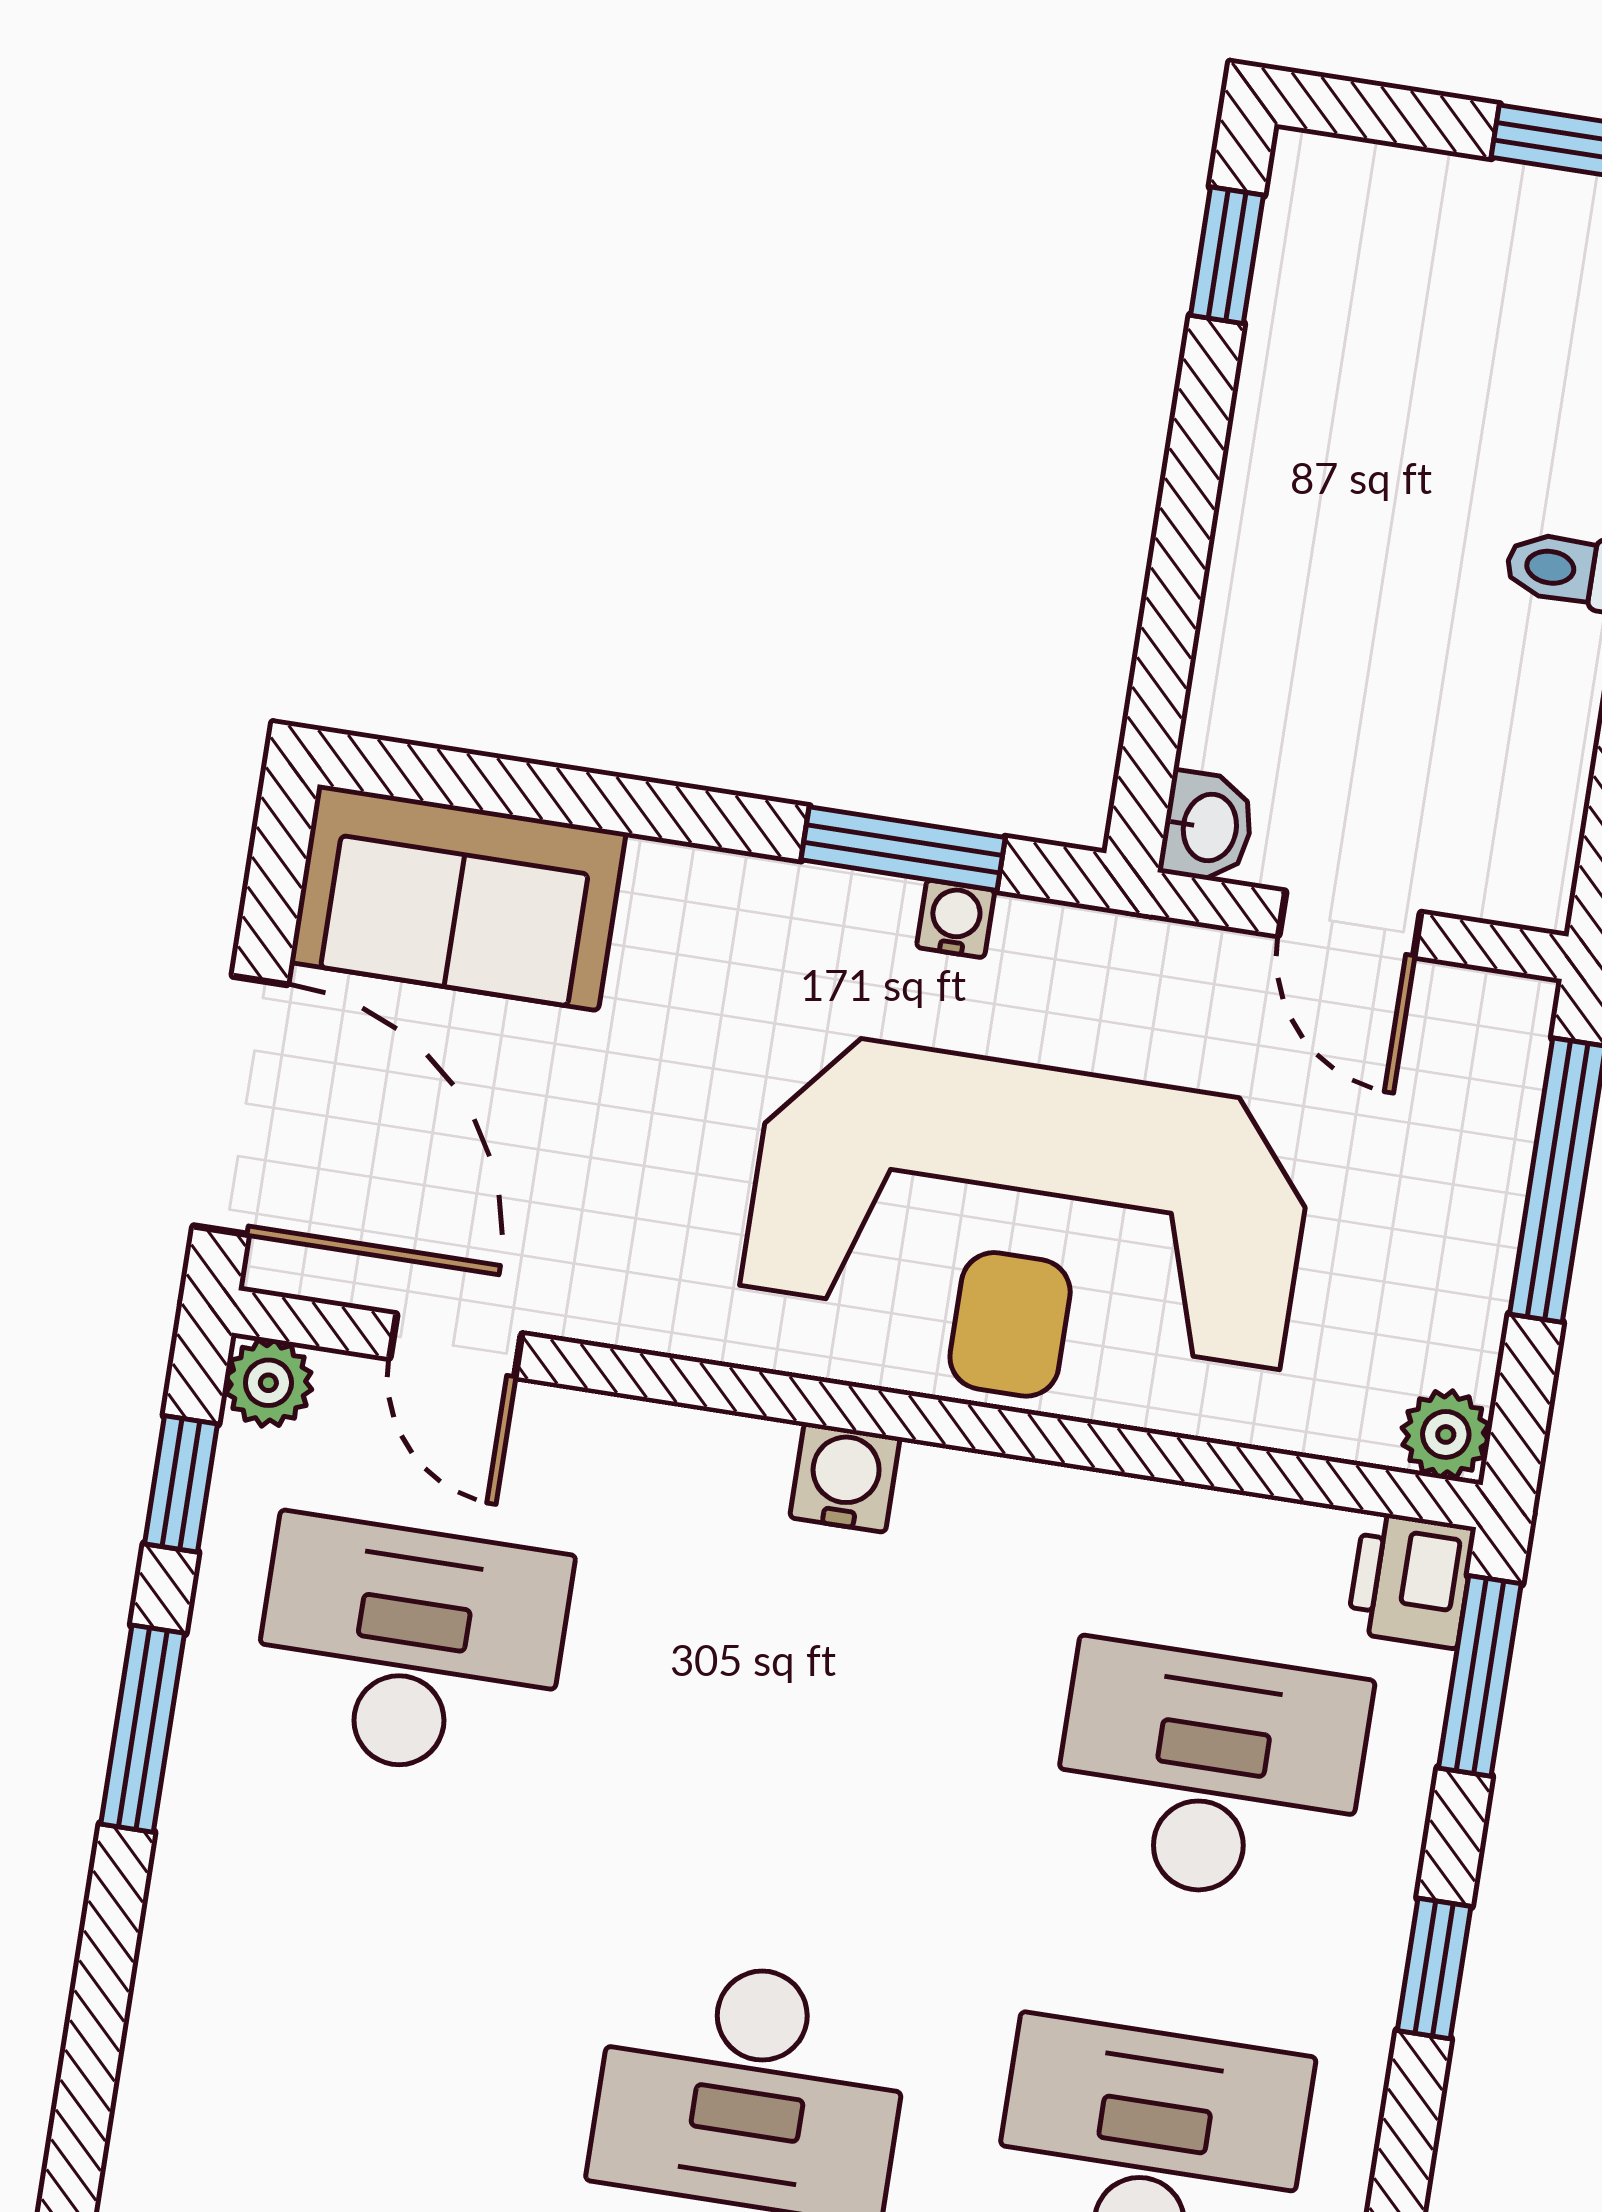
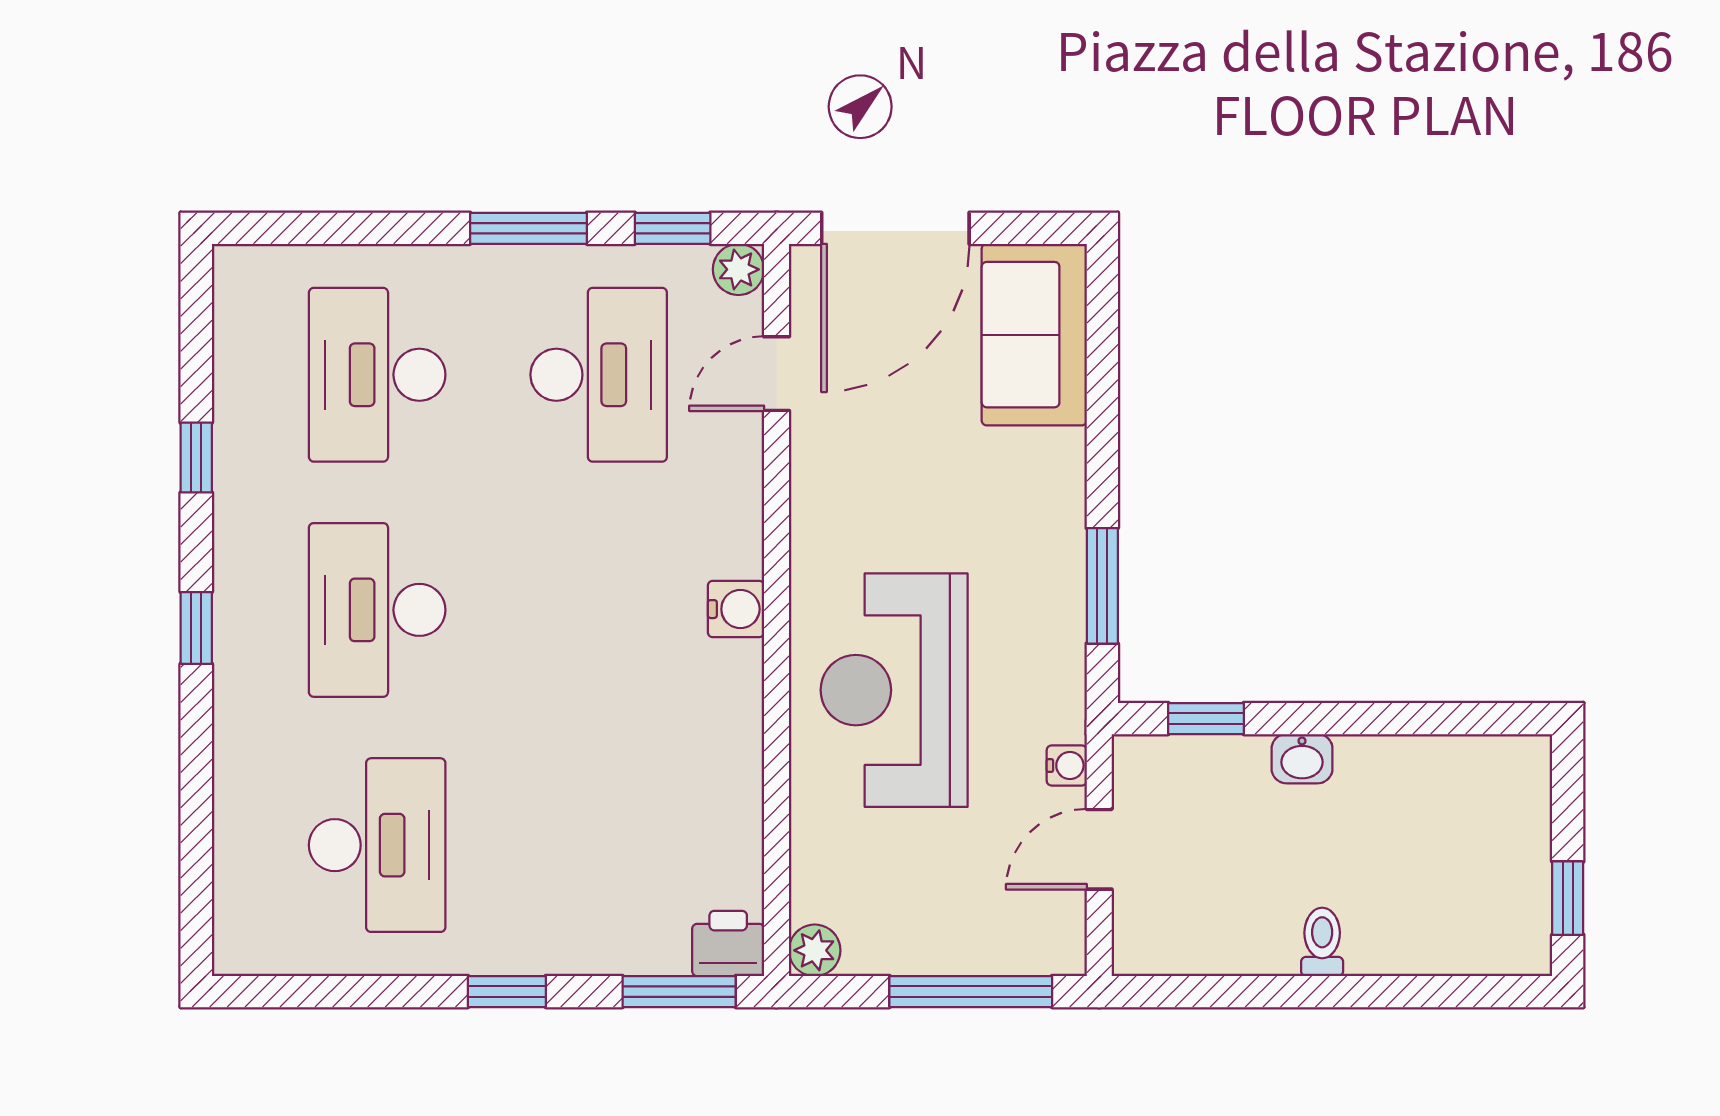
window: (1227, 255) -> (1206, 719), moved
washbasin: (1207, 827) -> (1302, 759), moved
water cooler: (956, 919) -> (1067, 765), moved
reception desk: (1025, 1230) -> (894, 690), width x0.74, depth x0.77
desk: (1210, 1773) -> (377, 375), moved, turned 180

